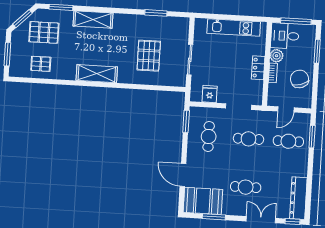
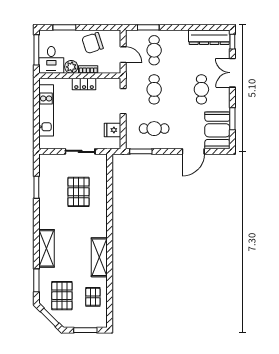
pallet: (149, 56) -> (79, 192), turned 90
shelving: (97, 74) -> (99, 257), moved

